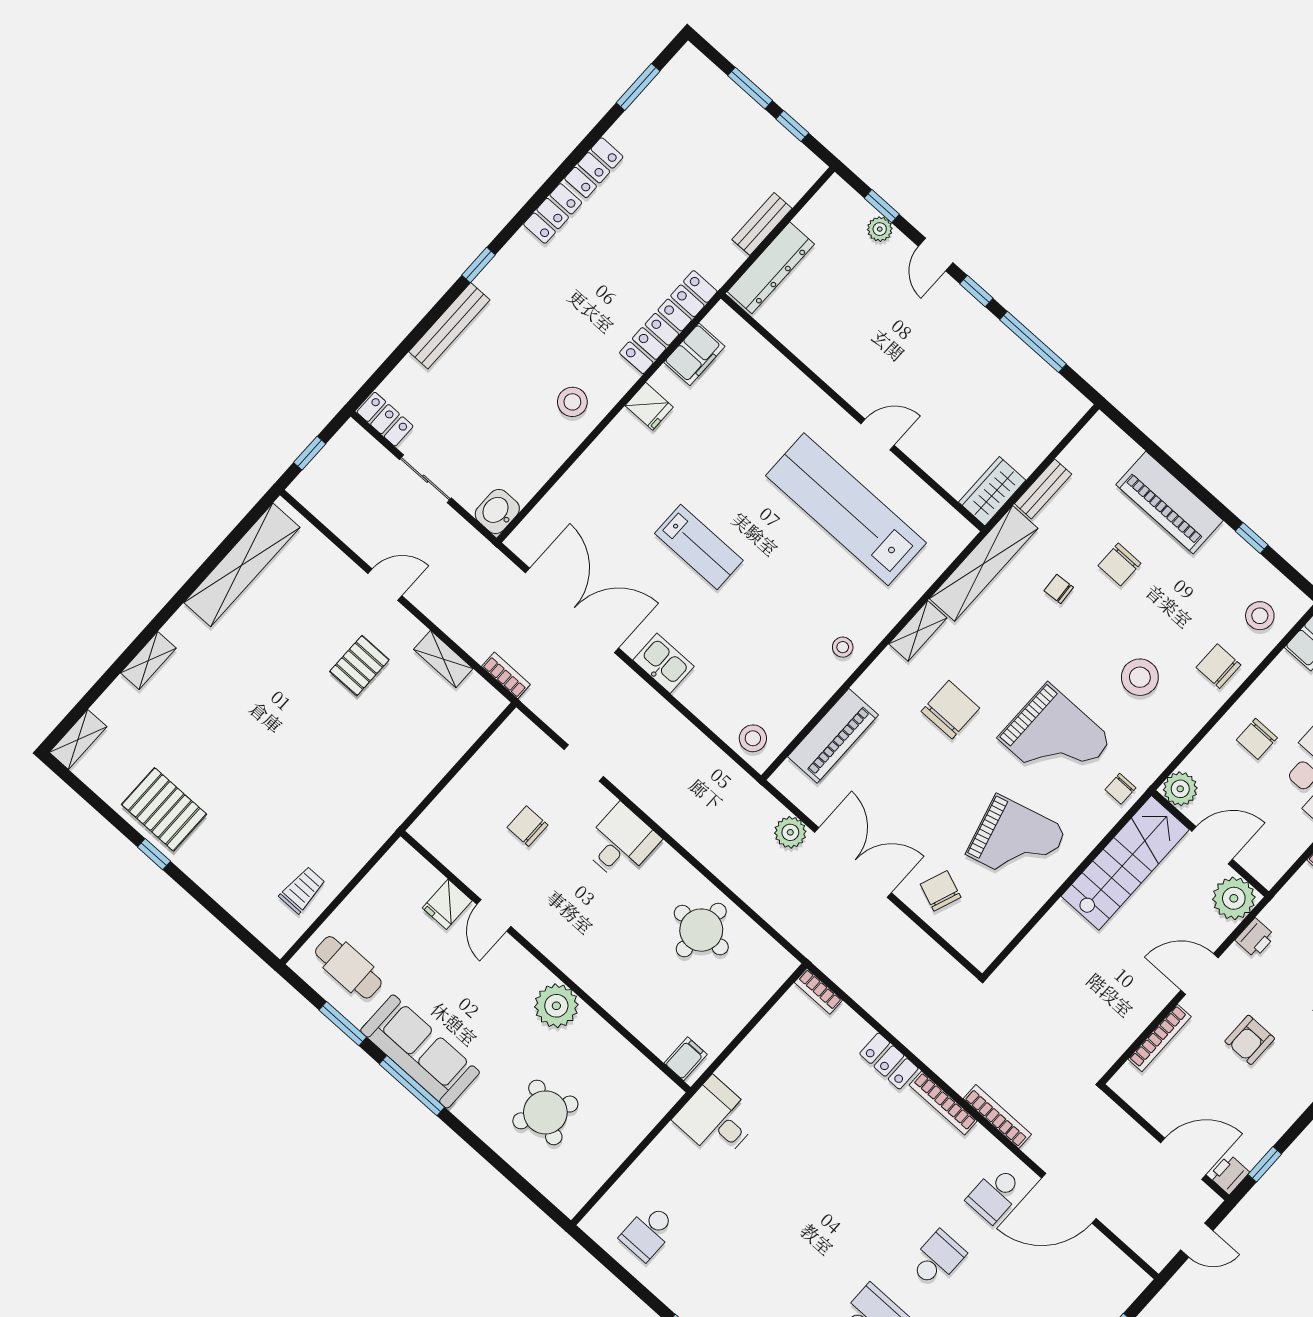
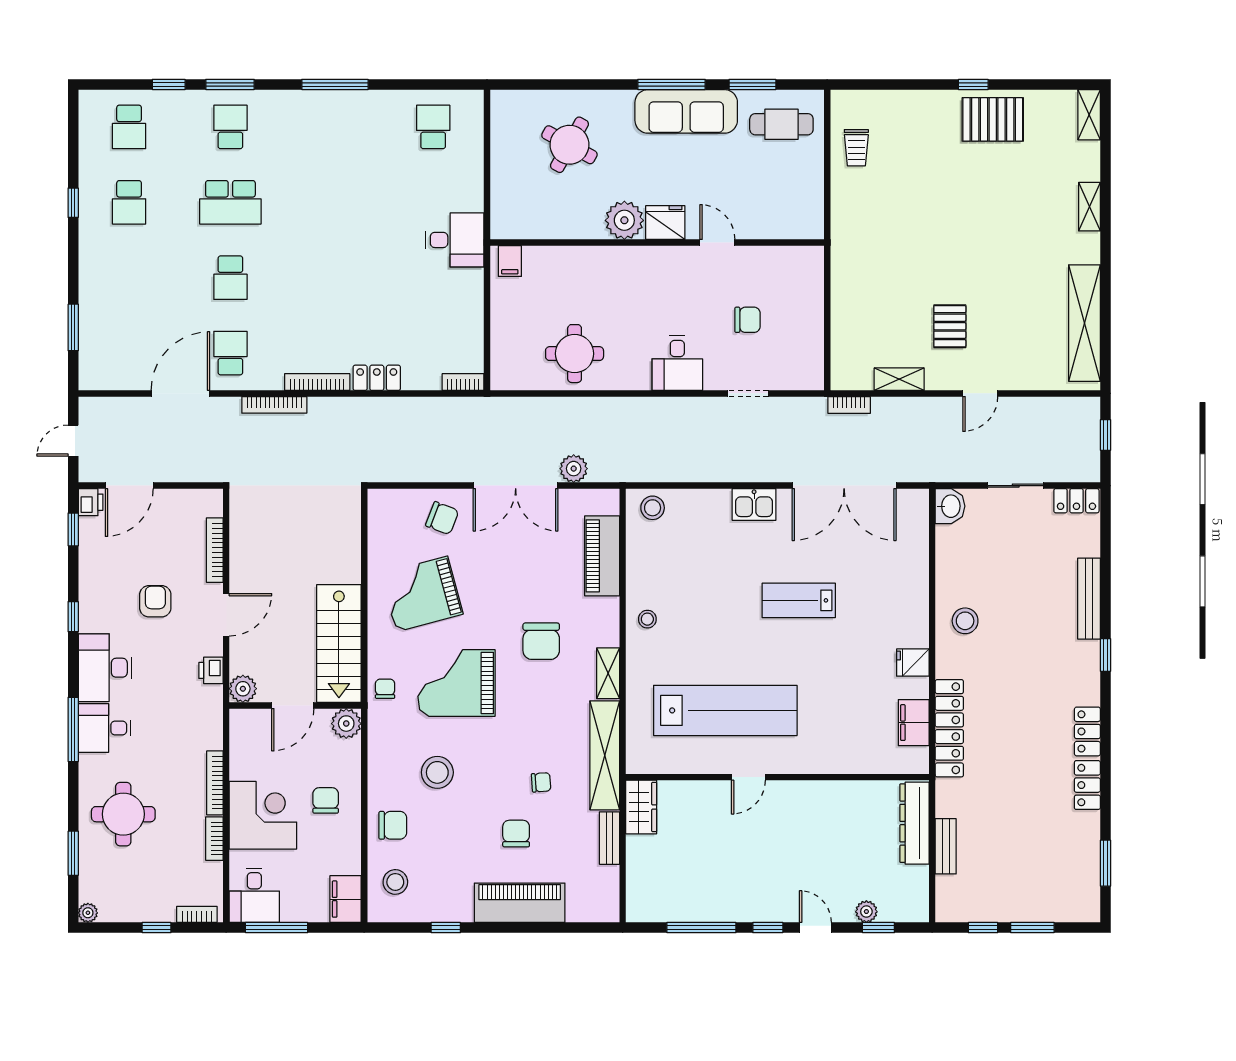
plant: (1234, 898) -> (243, 689), width x0.73, depth x0.73
fridge: (447, 904) -> (665, 223), moved, width x1.38

